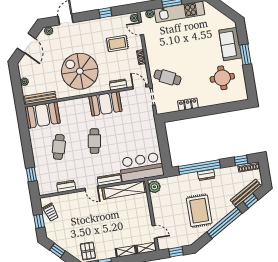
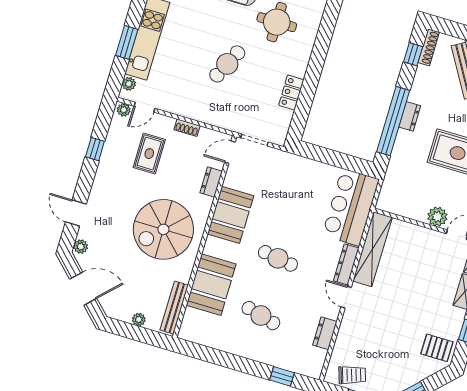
cafe table: (167, 77) -> (227, 64), moved
booth: (42, 115) -> (211, 285), moved
plant: (154, 187) -> (437, 217), moved
door: (91, 188) -> (346, 297), swing flipped

